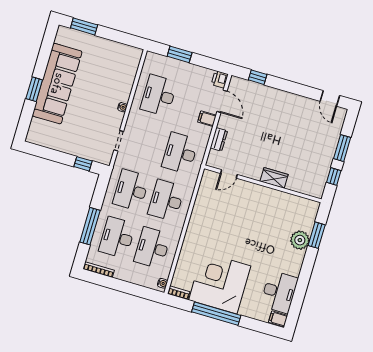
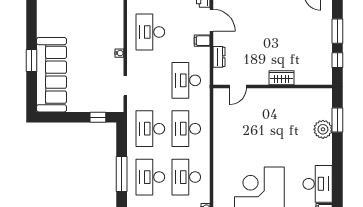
sofa: (57, 84) -> (51, 75), moved

